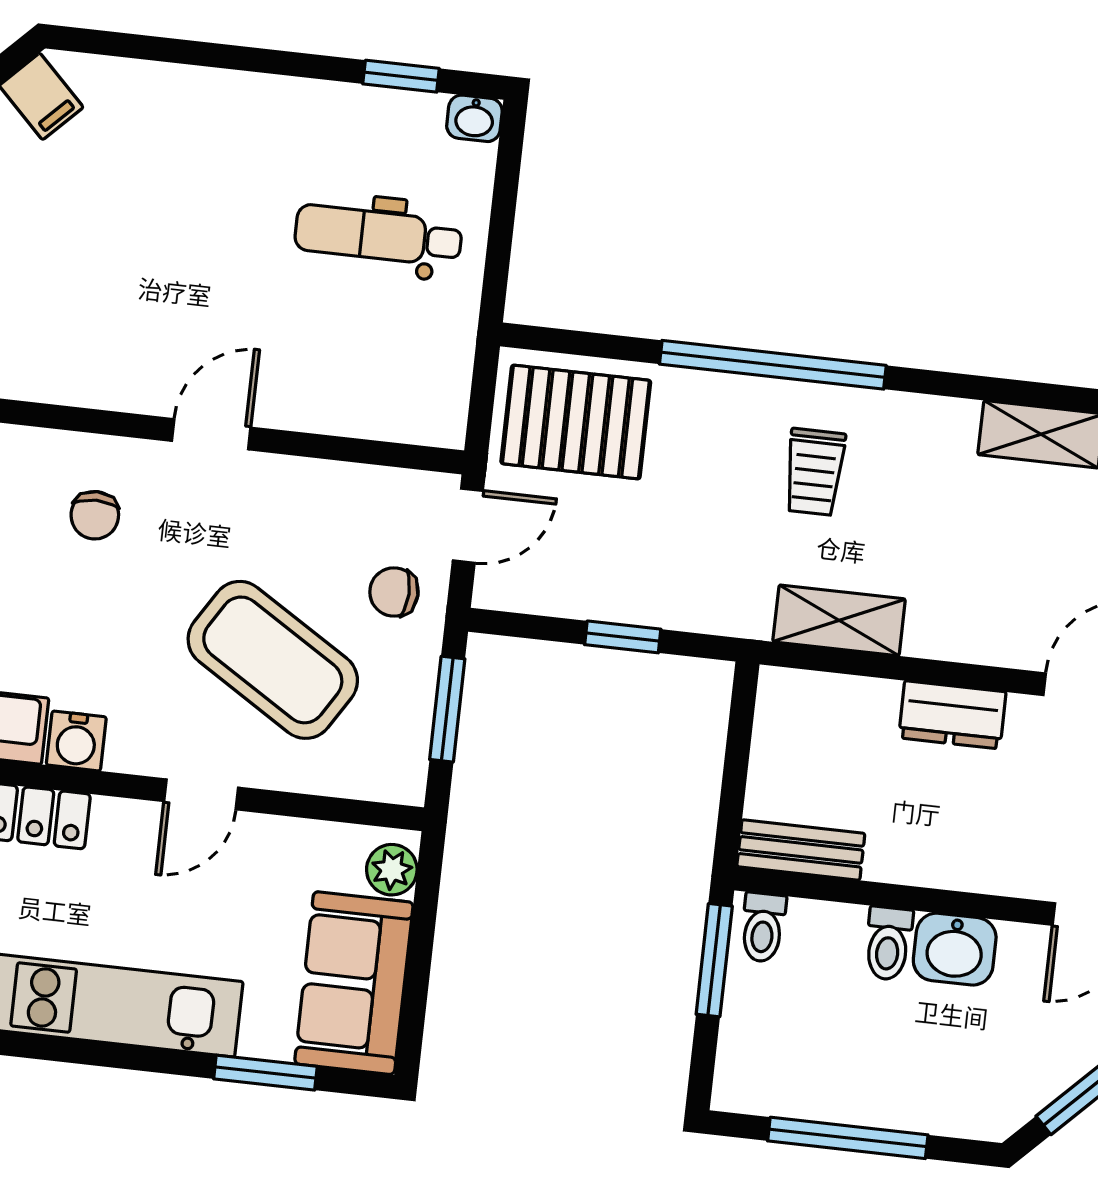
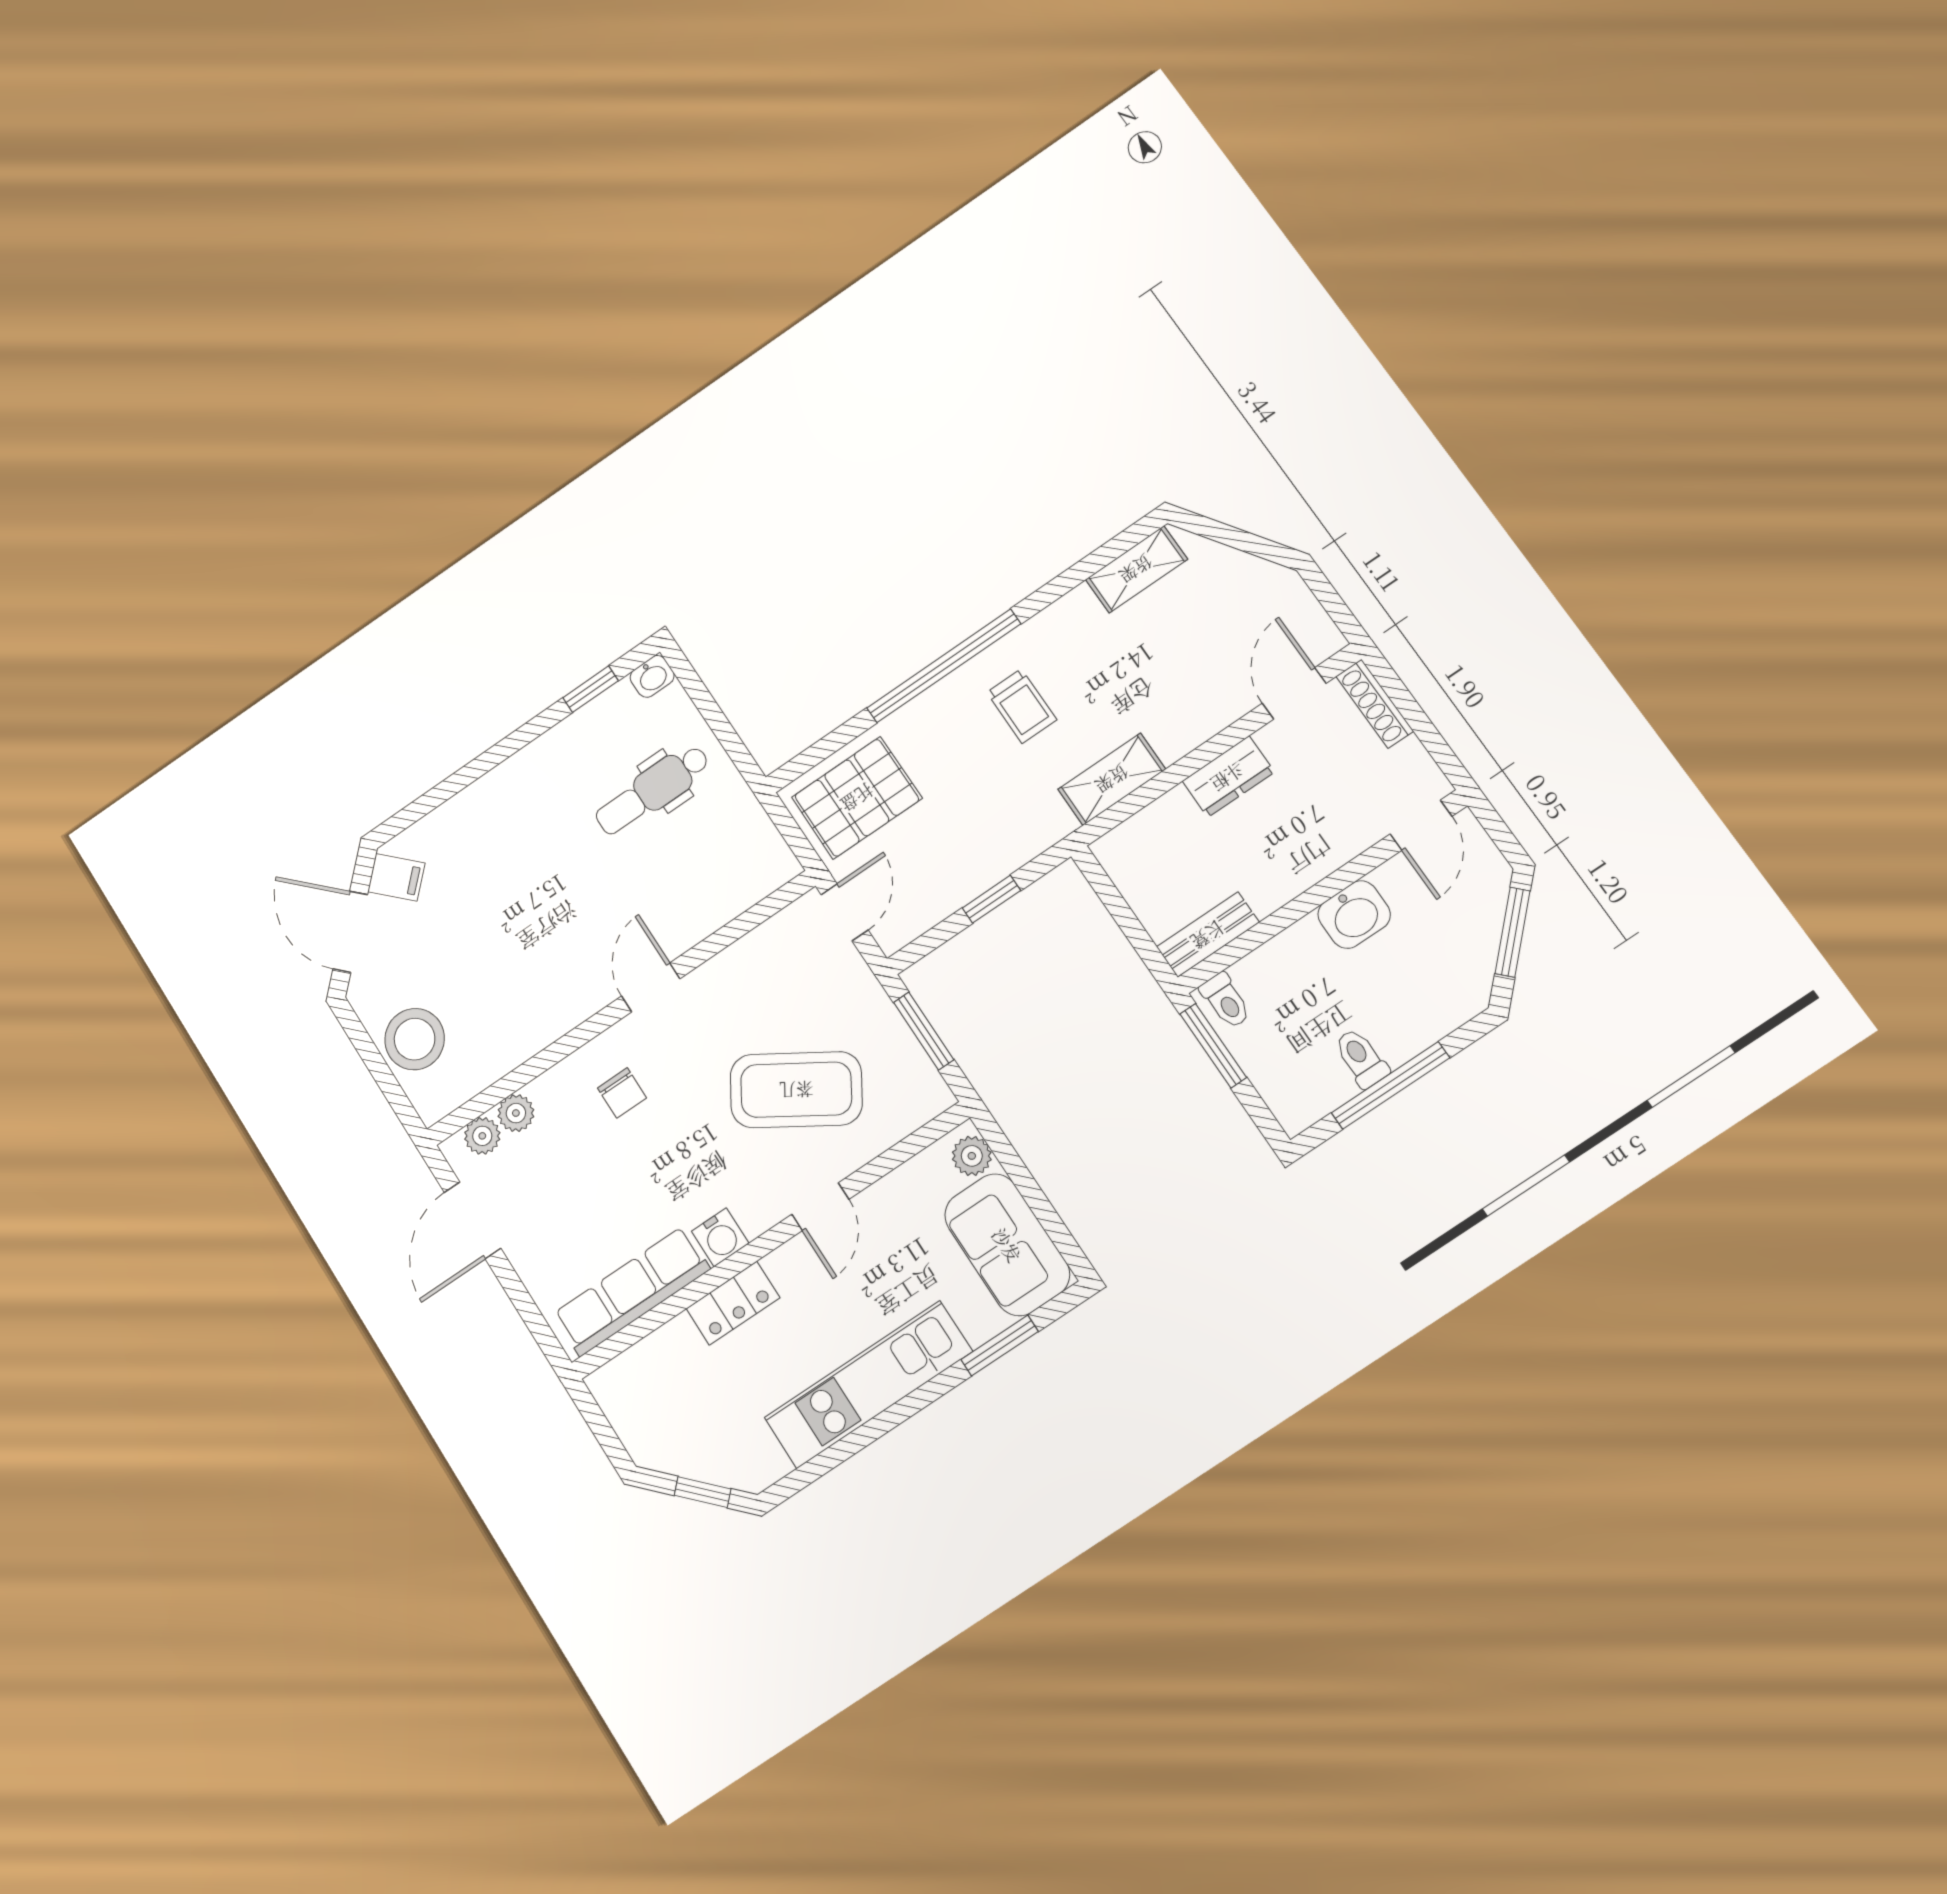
chair: (394, 592) -> (834, 988), removed
toilet: (888, 943) -> (1361, 1058), moved, turned 180

